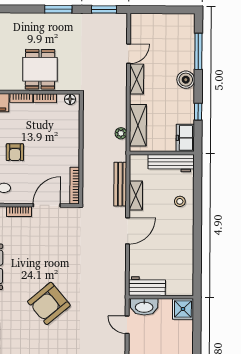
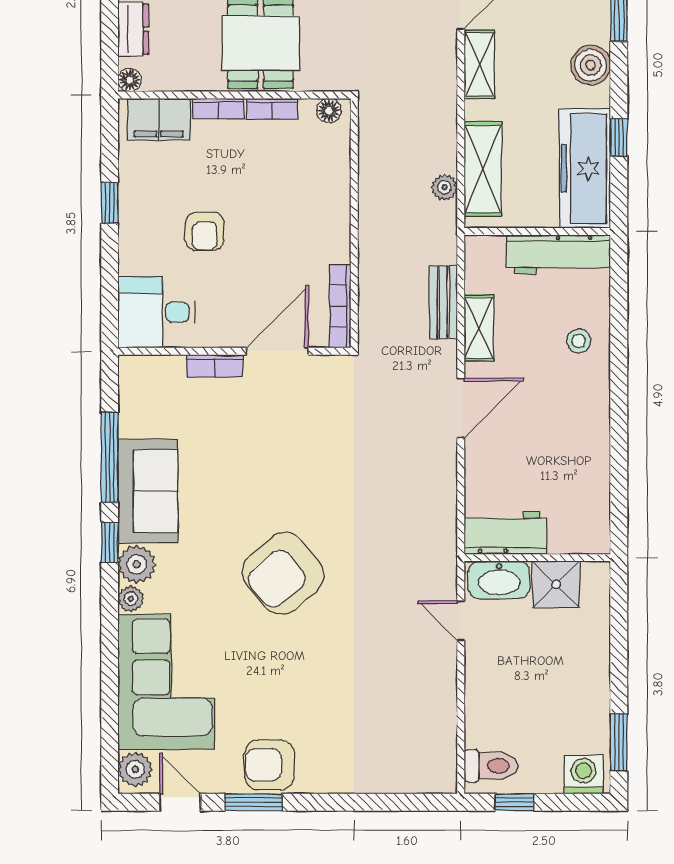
freezer: (185, 138) -> (585, 168), width x1.91, depth x1.26
bench: (120, 184) -> (443, 302), width x0.73
shower: (183, 309) -> (556, 584), moved

